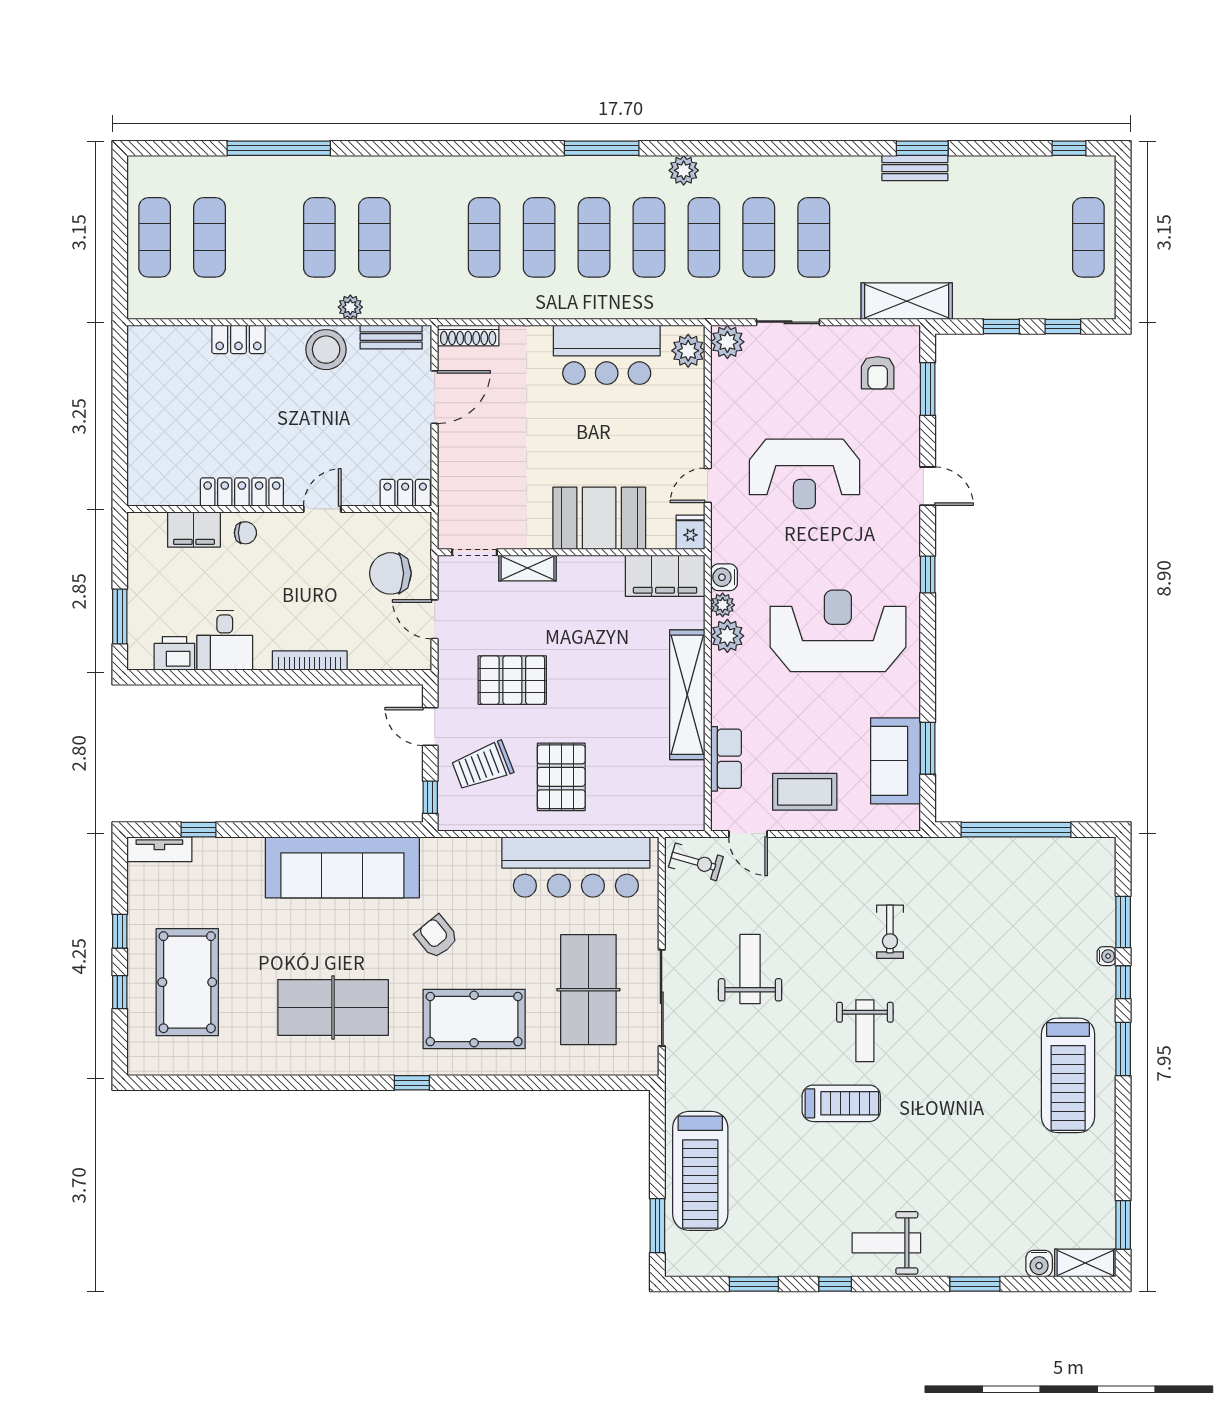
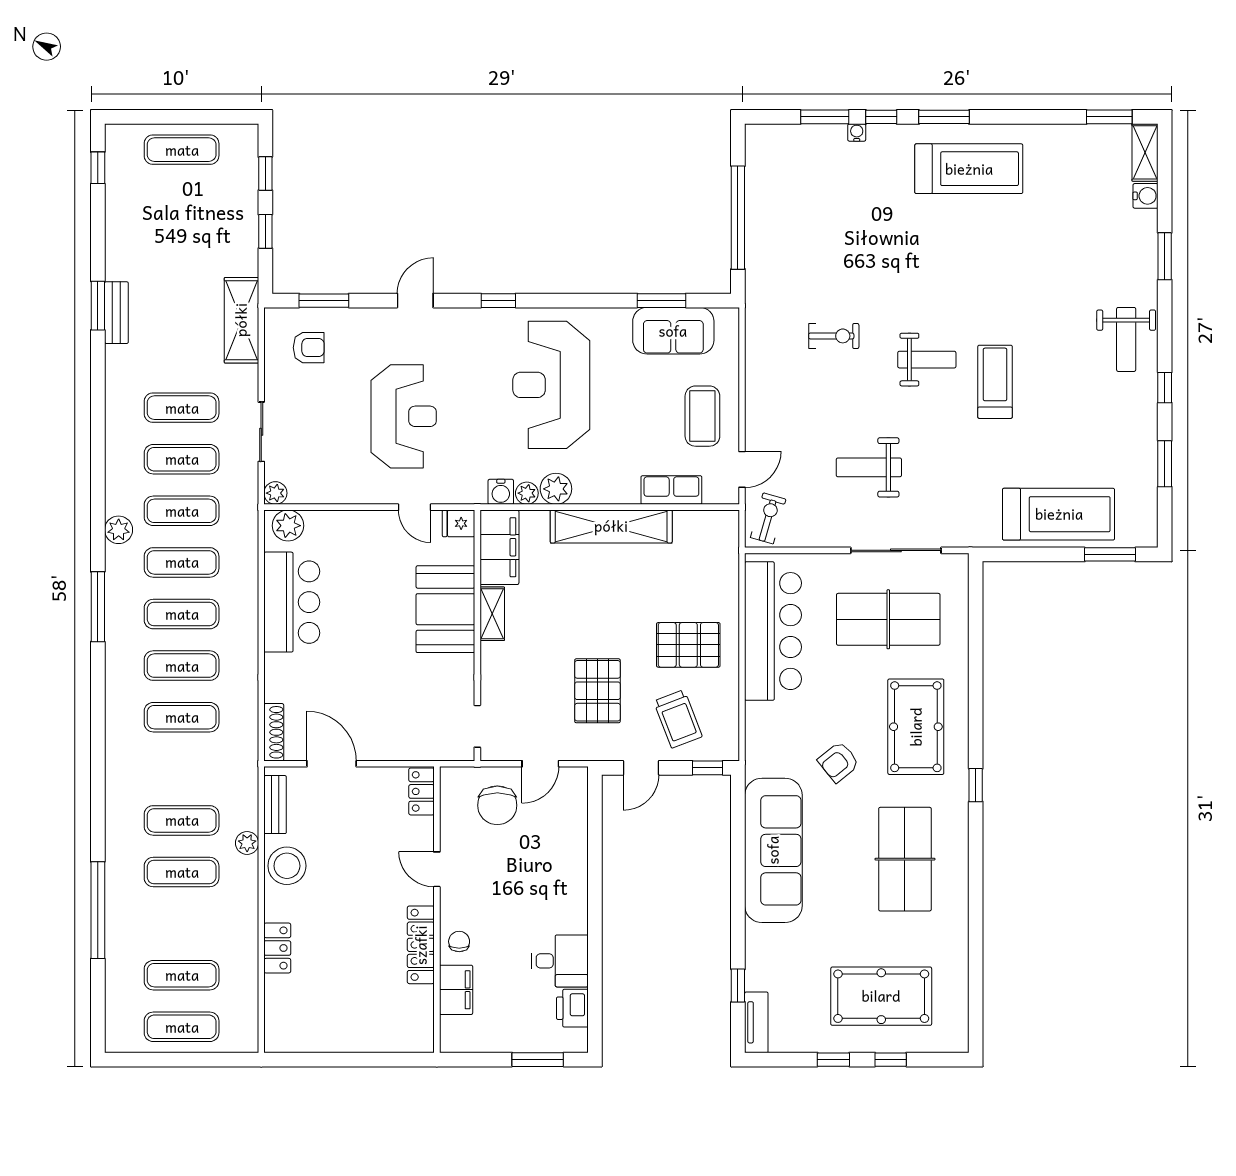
plant: (727, 342) -> (275, 493), width x0.73, depth x0.73
shelving: (527, 568) -> (492, 614), moved
bookcase: (310, 661) -> (579, 881), removed

